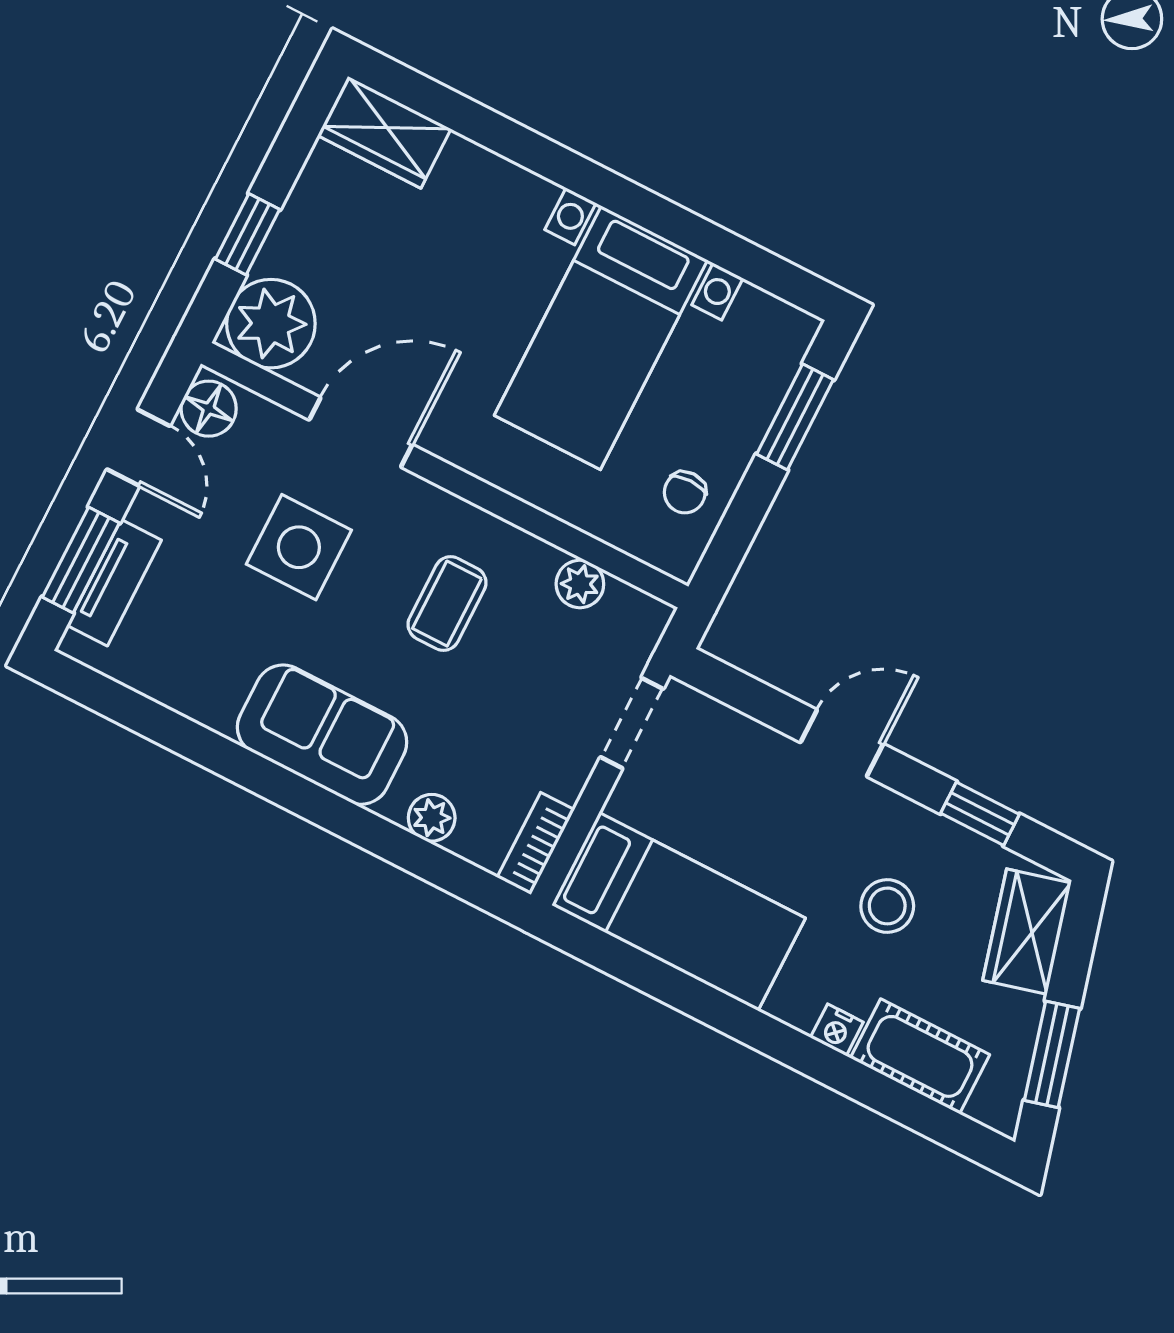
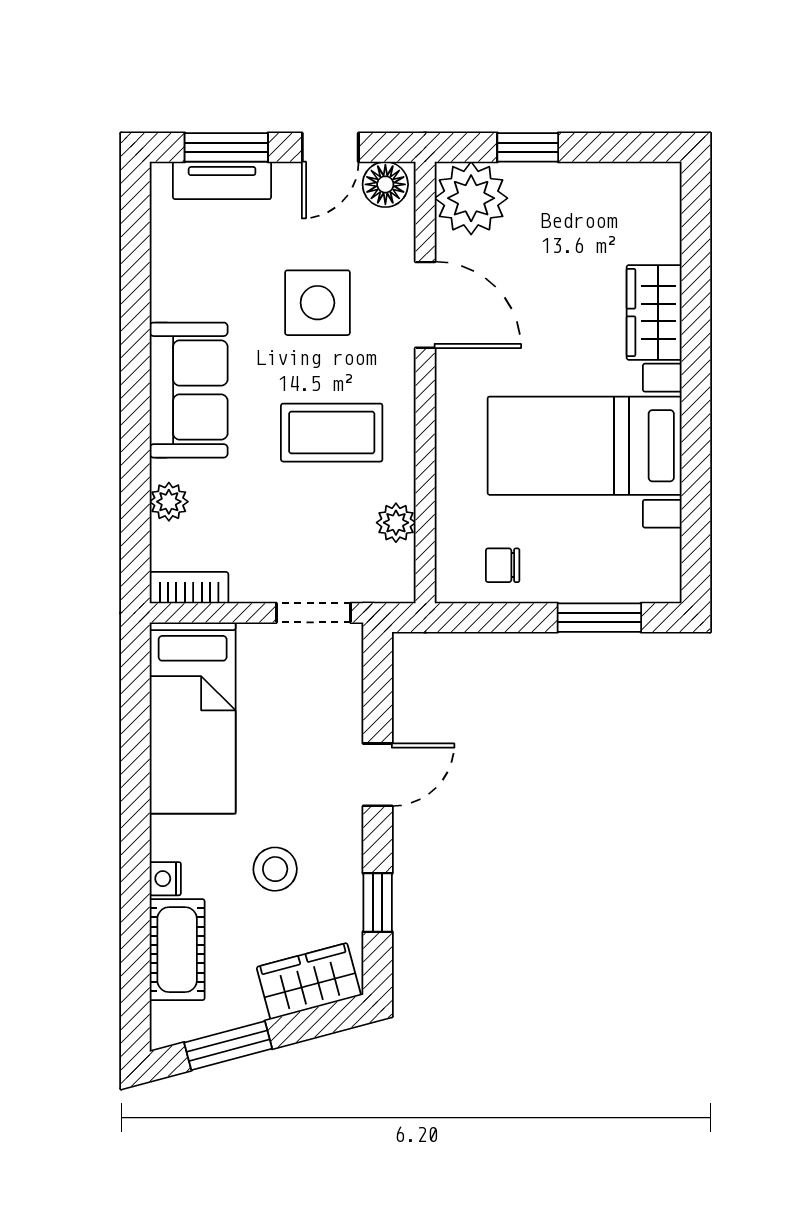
wardrobe: (385, 132) -> (654, 312), moved
coffee table: (447, 604) -> (332, 433), width x1.36, depth x1.30
door: (842, 743) -> (378, 775), hinge flipped

